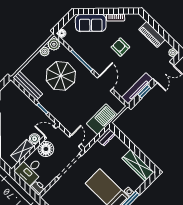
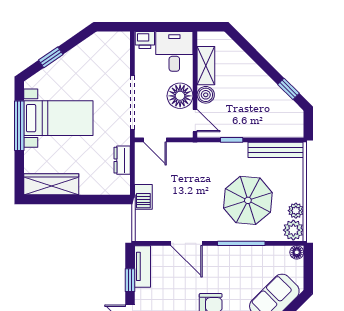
tv unit: (137, 88) -> (142, 266), width x0.71
barbecue: (102, 119) -> (143, 197), width x0.53, depth x0.65
door: (50, 132) -> (195, 121), hinge flipped
dresser: (106, 137) -> (122, 160), moved

